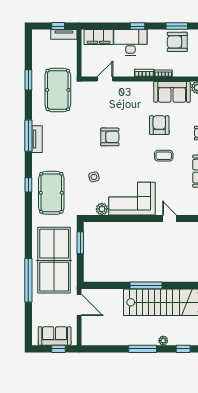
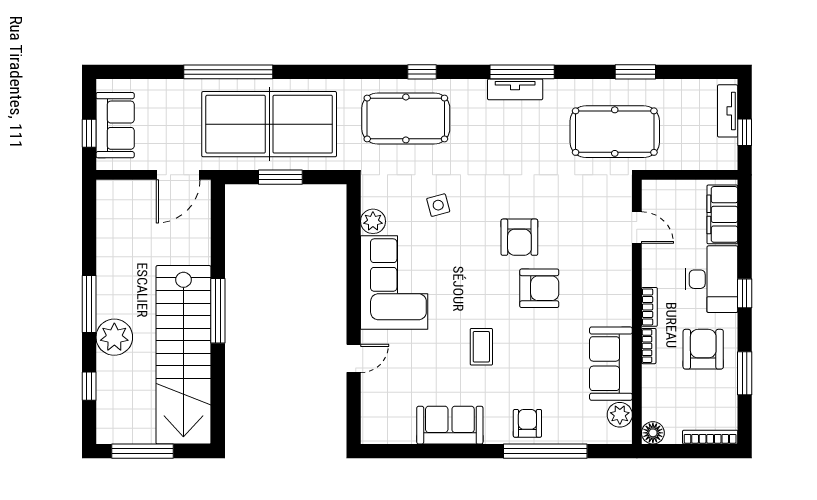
tv unit: (64, 34) -> (728, 111), moved
armchair: (177, 42) -> (703, 349), moved
armchair: (159, 125) -> (539, 288), moved
window: (80, 243) -> (280, 177), moved
plant: (163, 341) -> (114, 337), width x1.88, depth x1.88

